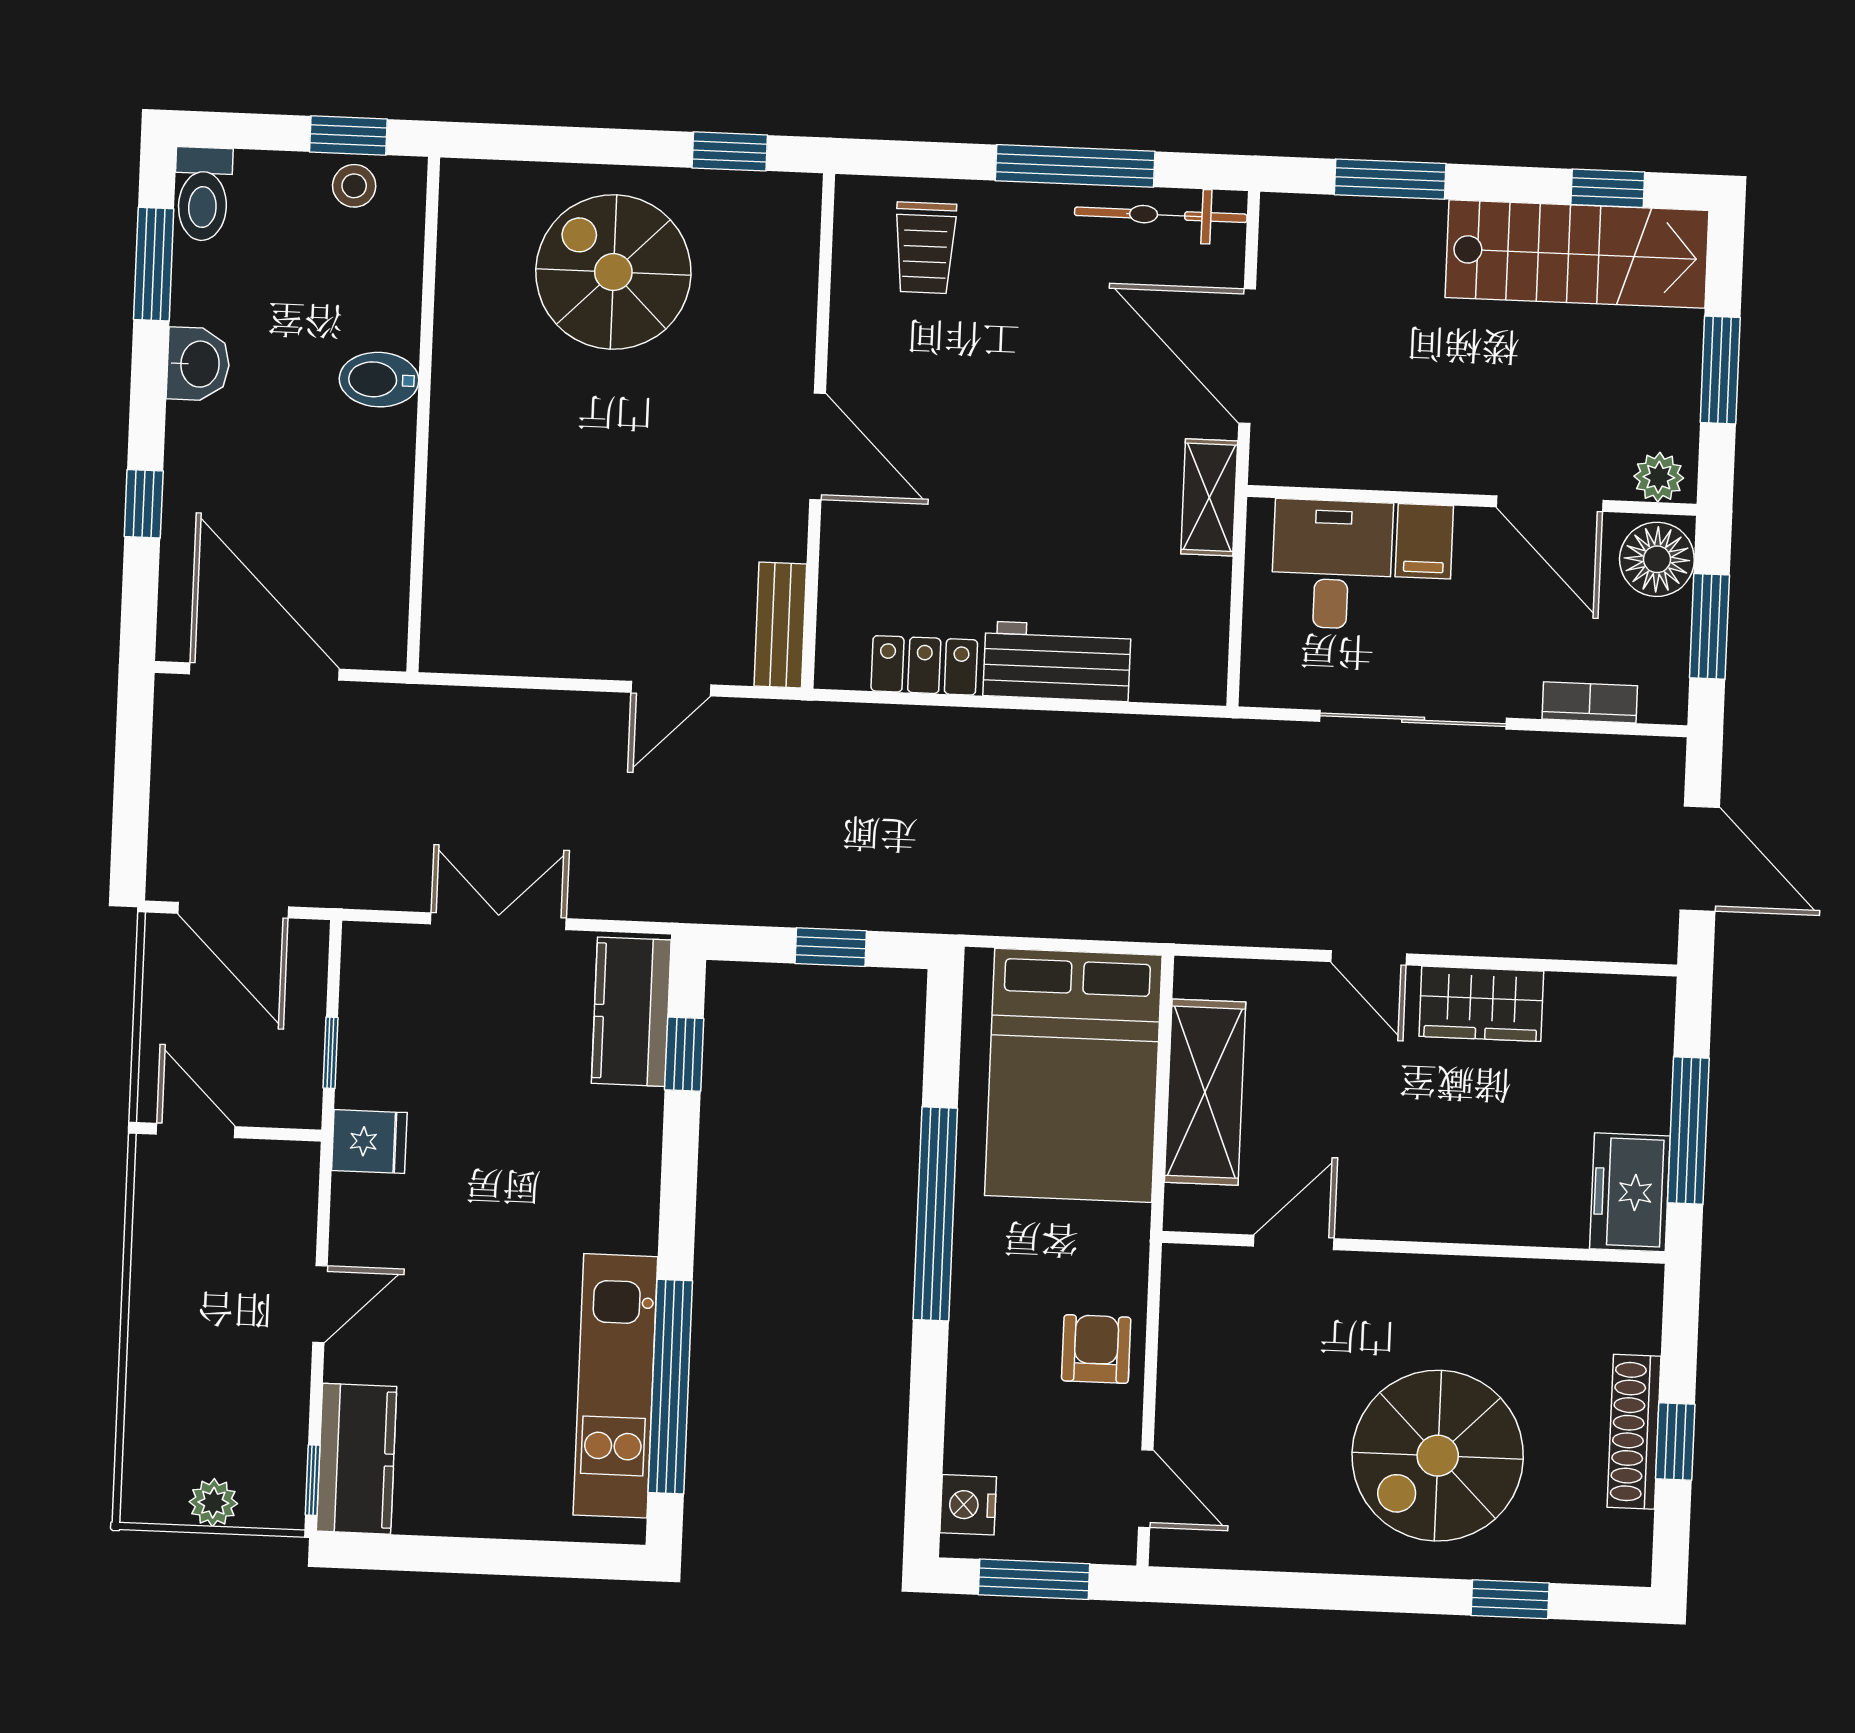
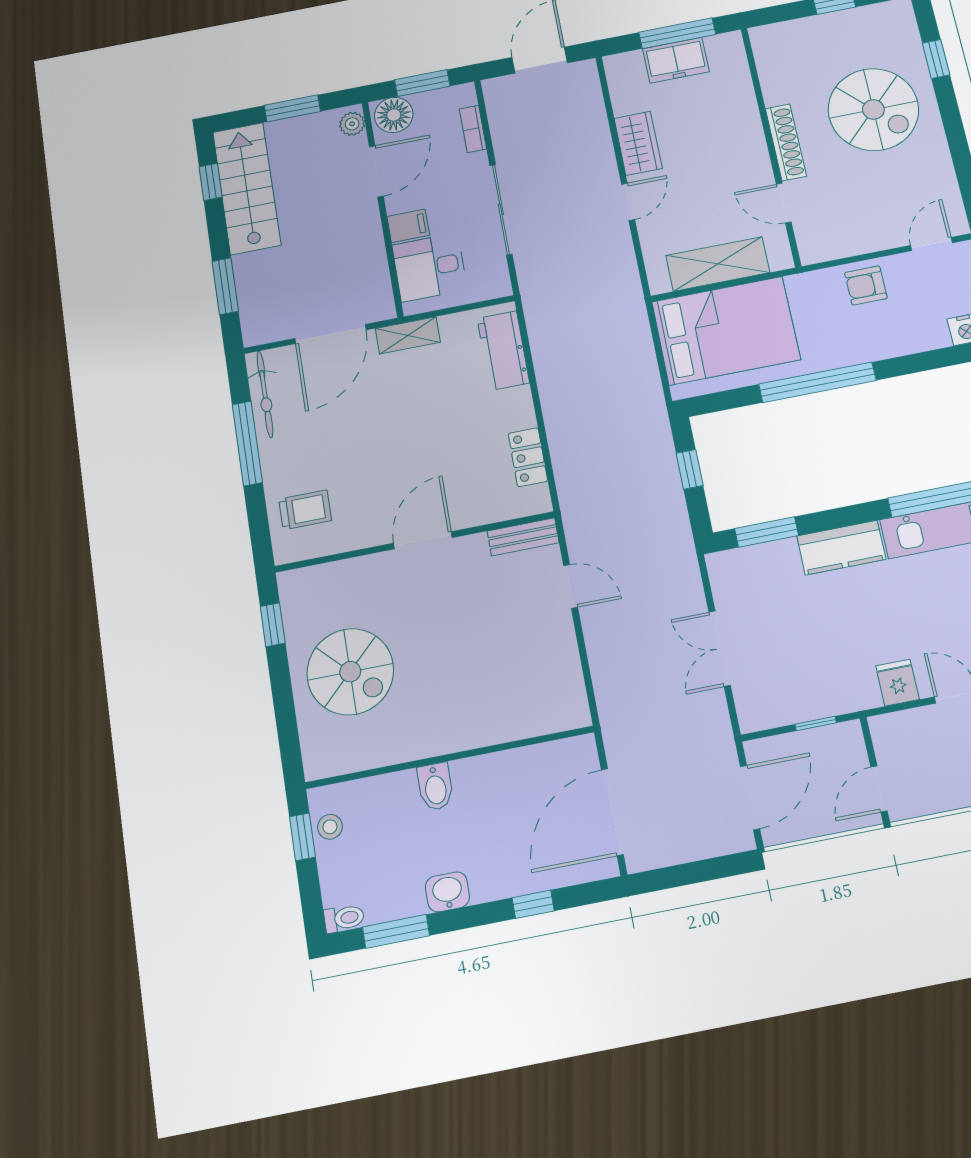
toilet: (203, 194) -> (344, 918), width x0.73, depth x0.72
spiral stairs: (613, 272) -> (350, 672), turned -90
workbench: (1057, 661) -> (503, 351), moved
kitchen counter: (631, 1012) -> (841, 548), moved
window: (684, 1054) -> (767, 532), width x1.50
fridge: (369, 1142) -> (897, 683), moved
freezer: (1630, 1192) -> (676, 60), moved
shoe rack: (1634, 1432) -> (786, 142), moved, turned -90

